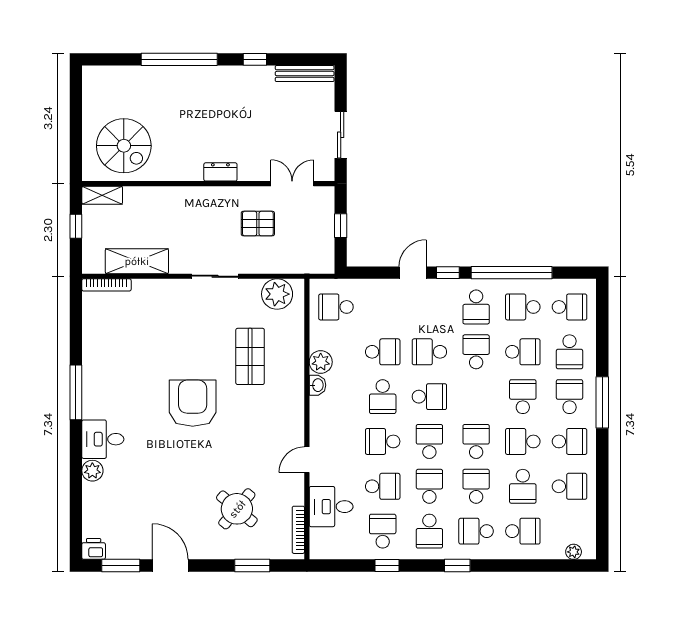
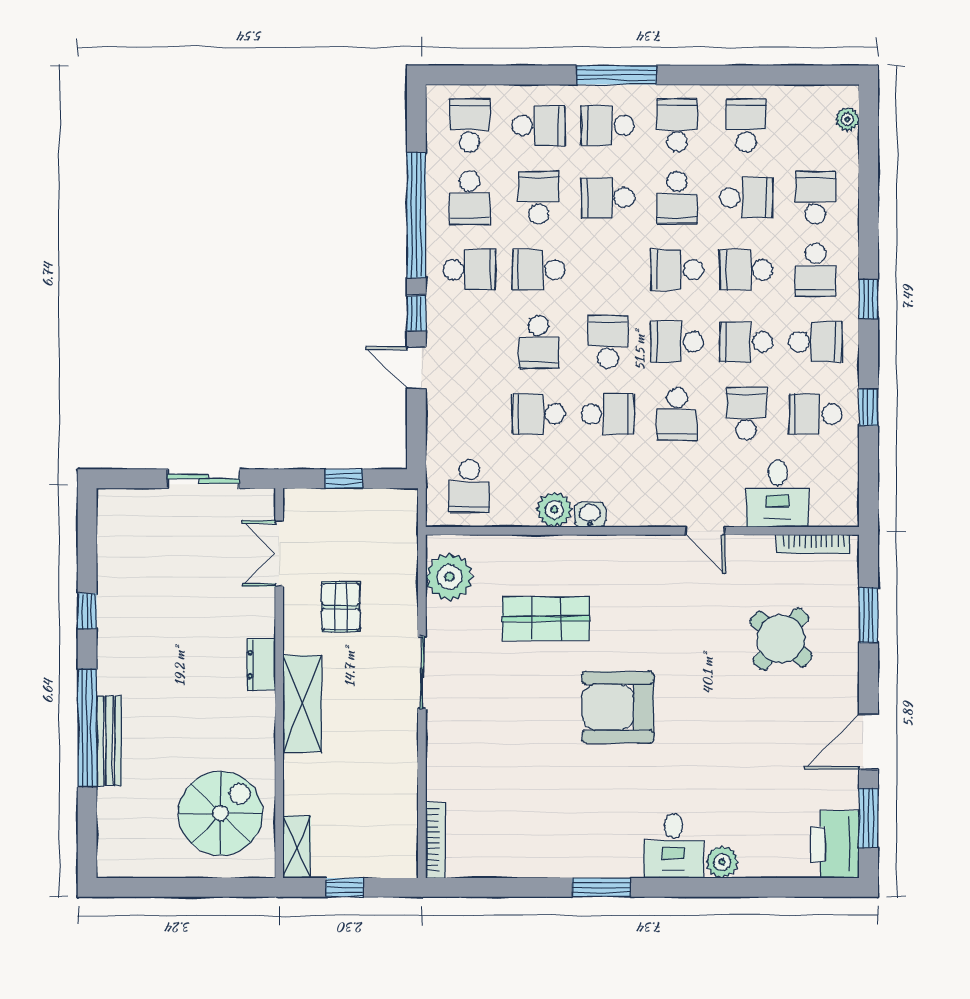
bench: (305, 74) -> (109, 741), moved
shelving: (137, 261) -> (302, 704), moved
school desk: (383, 352) -> (539, 414), turned -90
window: (76, 392) -> (601, 887), width x0.69
printer: (94, 549) -> (835, 844), width x1.87, depth x1.48

